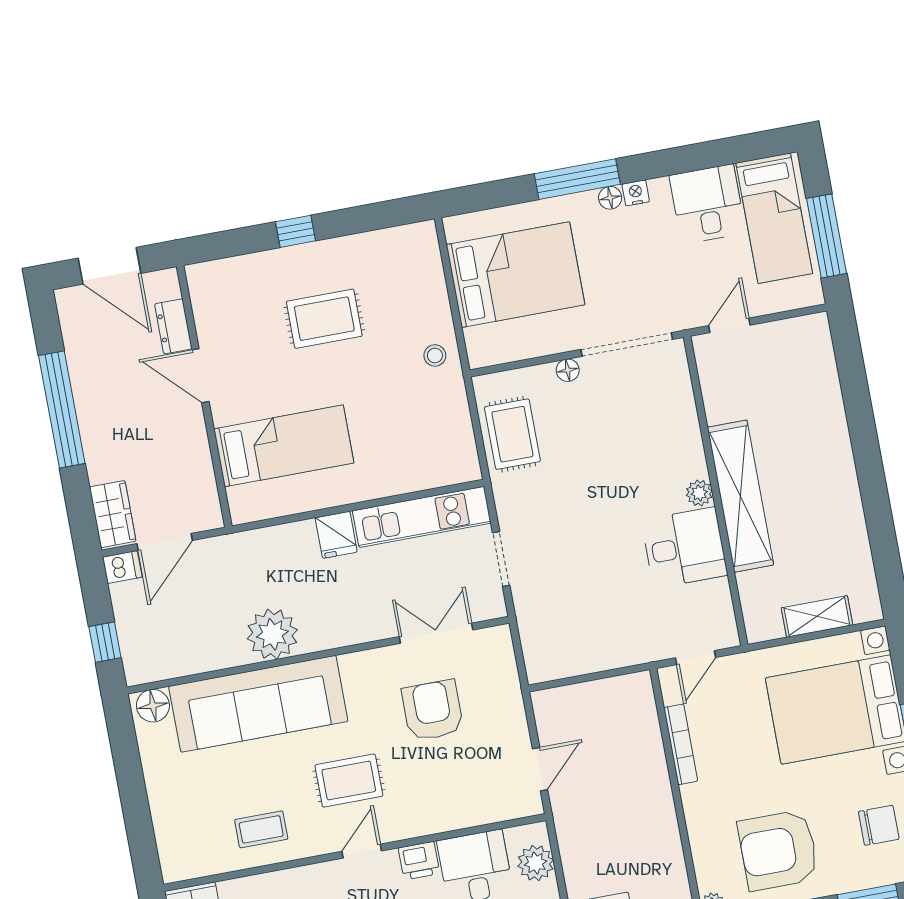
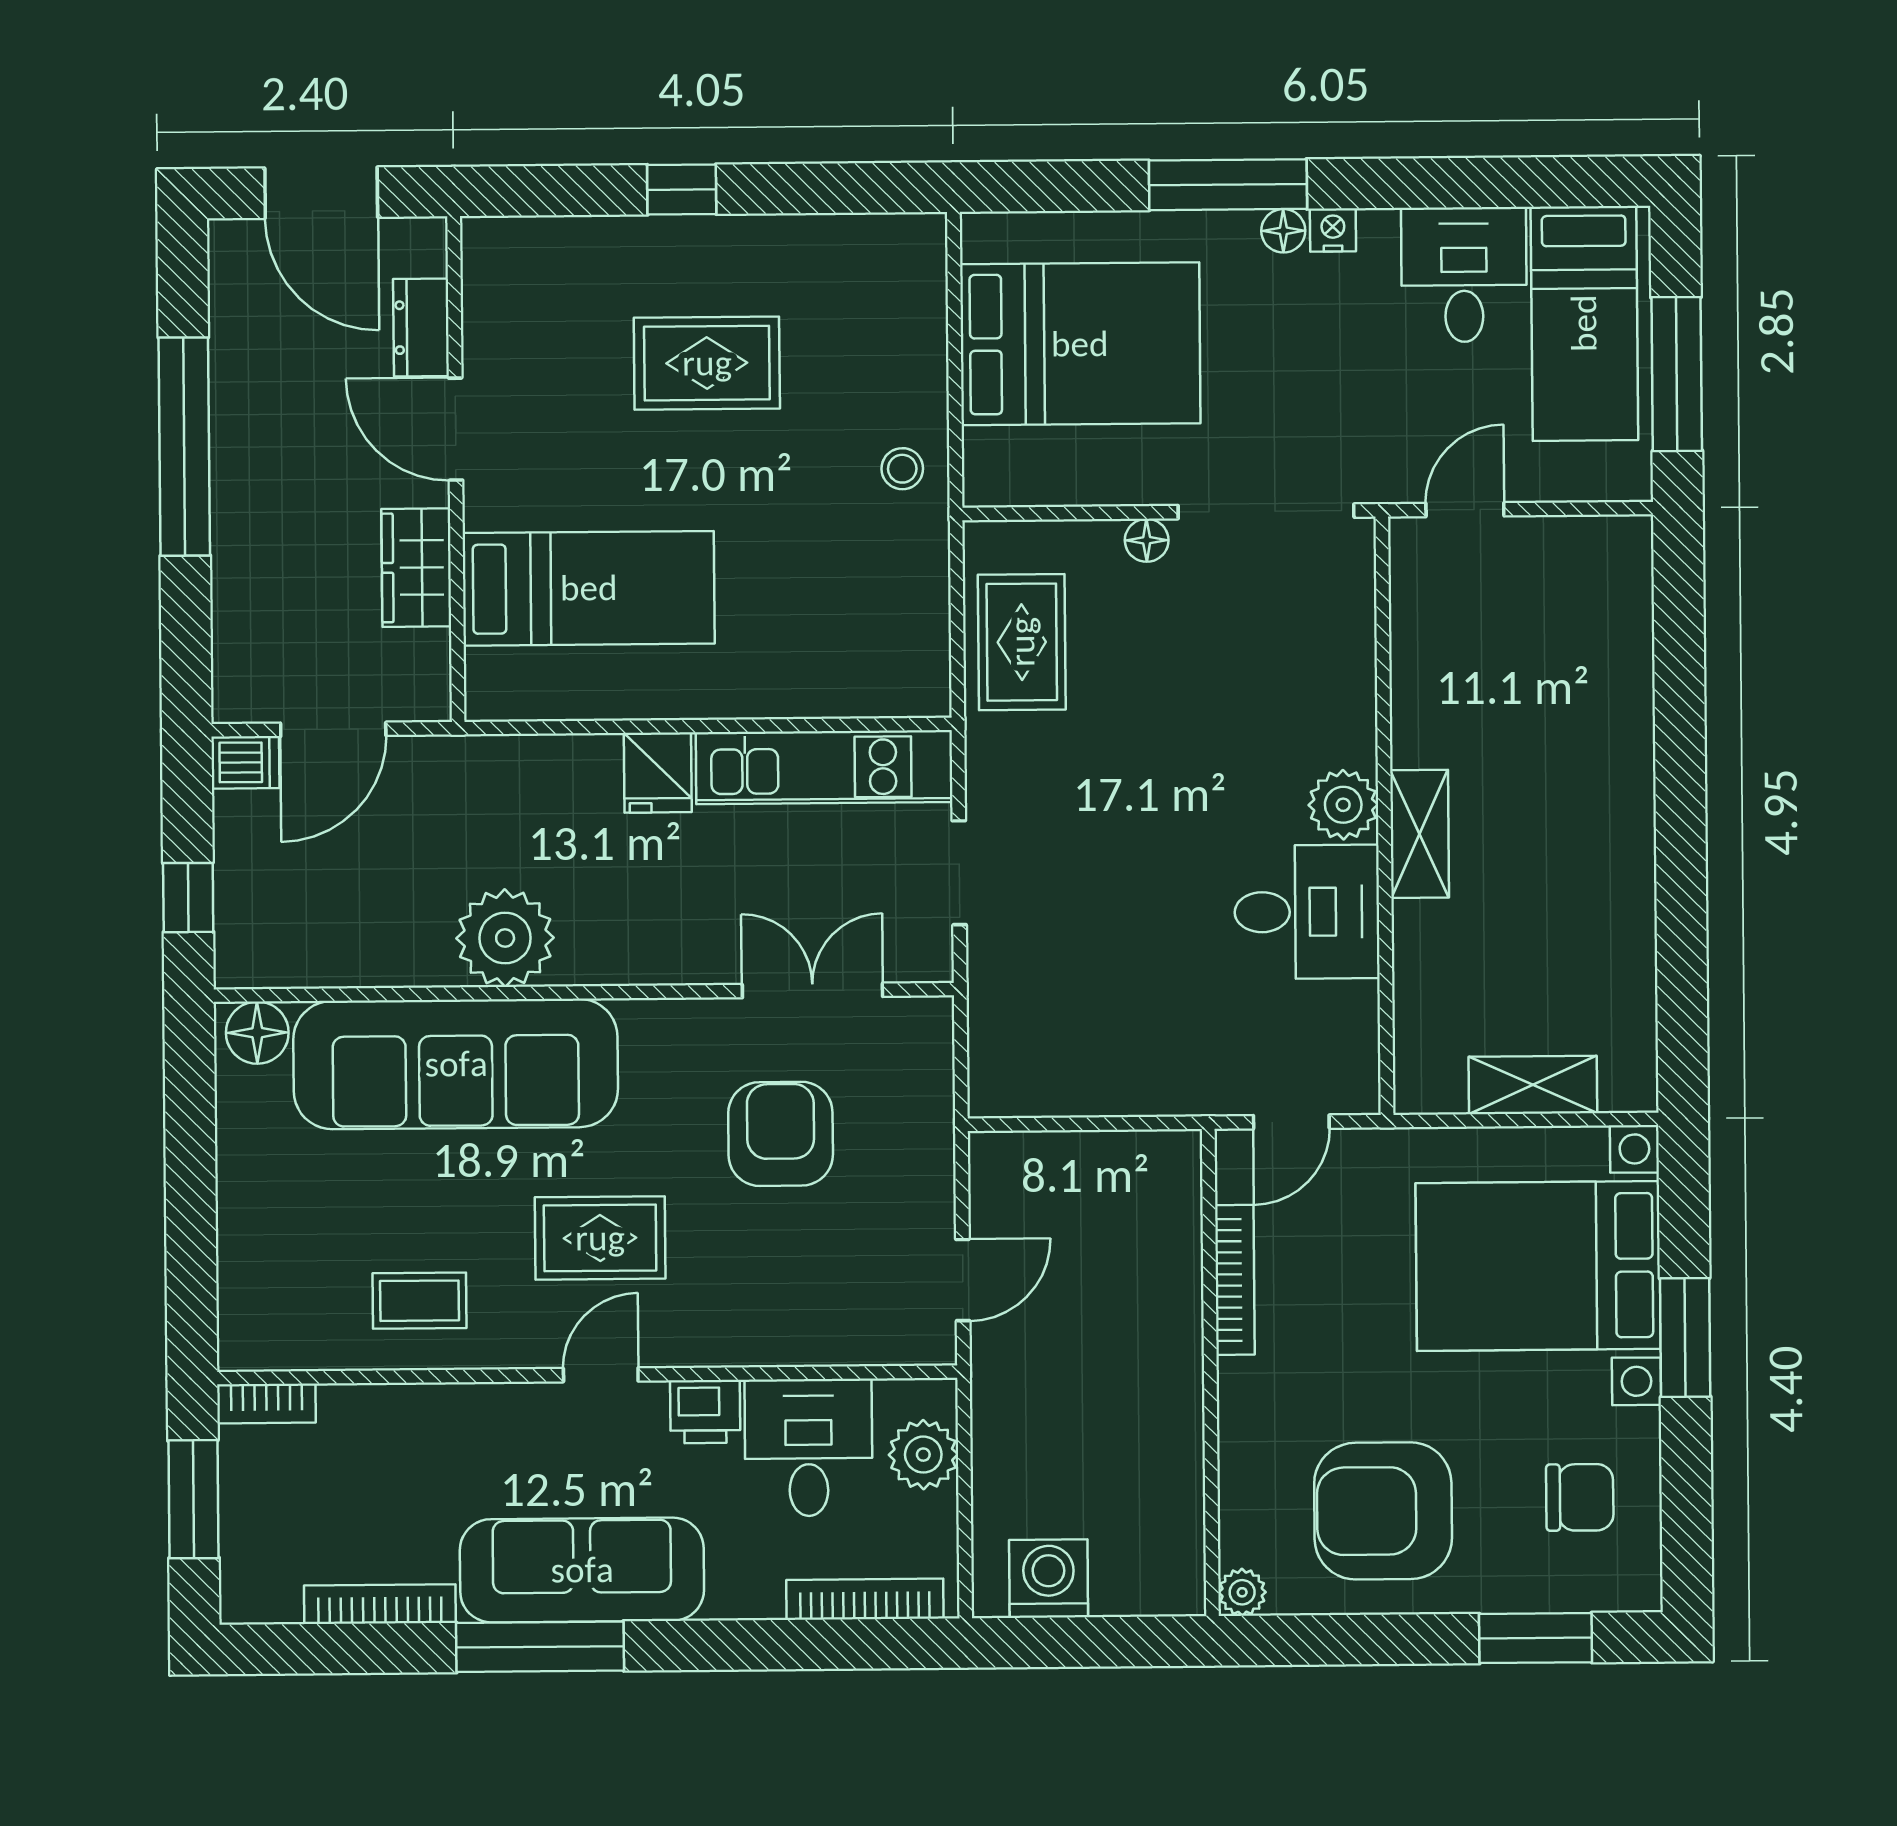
plant: (699, 493) -> (1343, 805), width x1.38, depth x1.38
shelving: (740, 496) -> (1420, 834), width x0.45, depth x0.75
wardrobe: (113, 514) -> (416, 568), moved, turned 180

